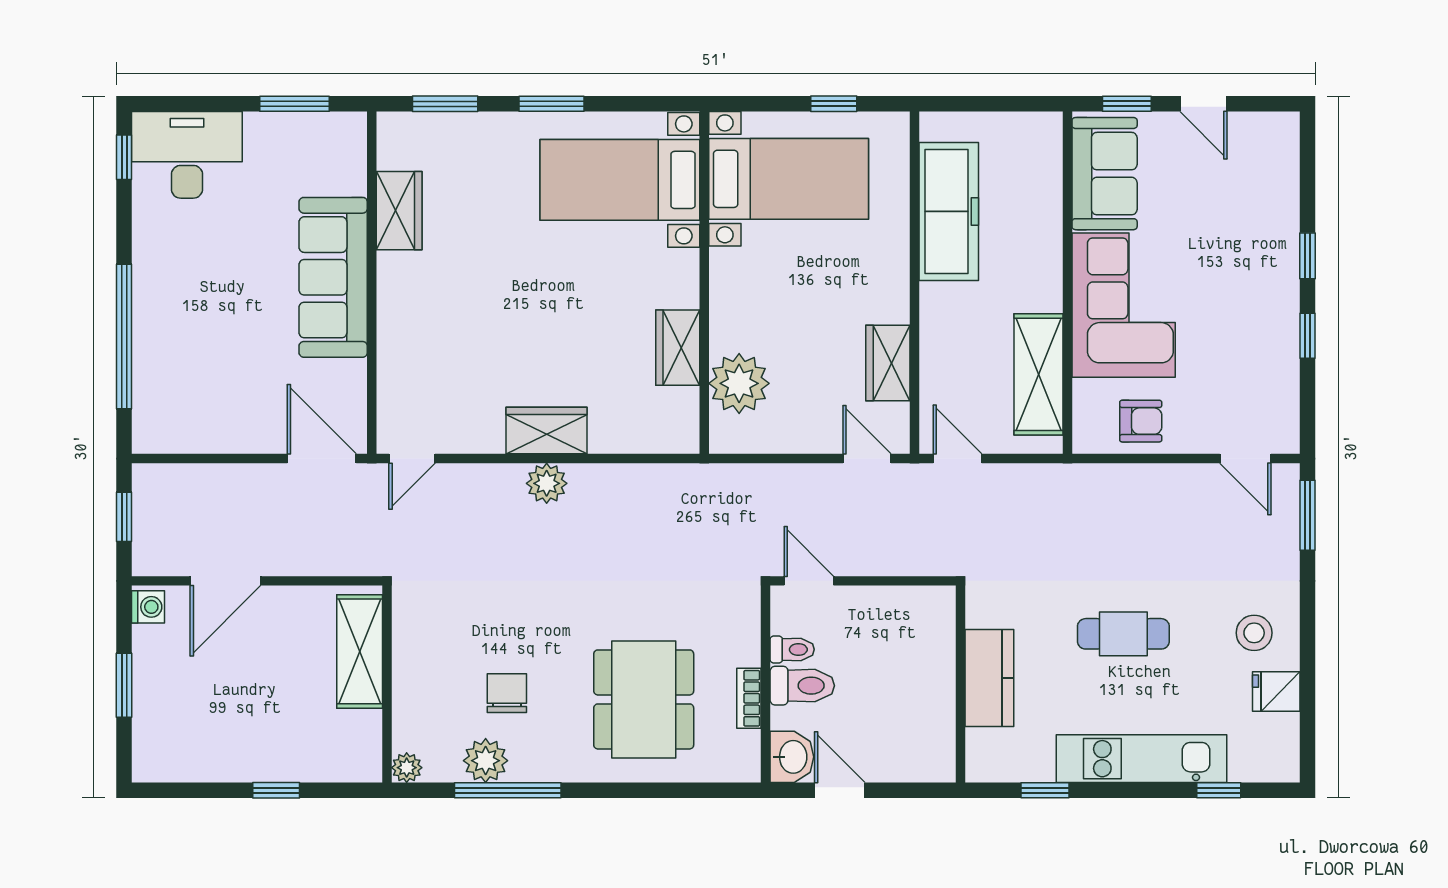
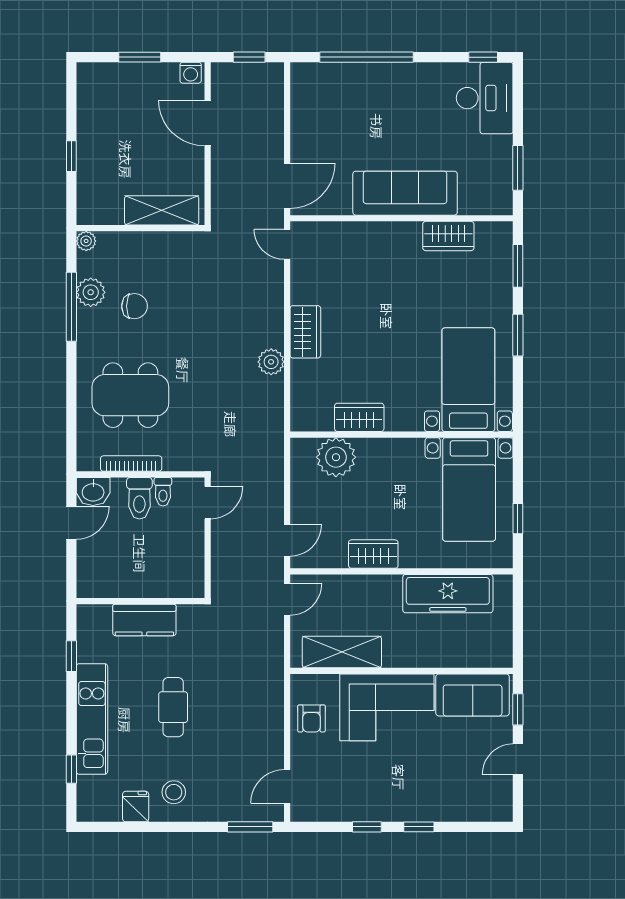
wardrobe: (888, 363) -> (373, 554), moved
plant: (547, 483) -> (271, 362), moved
bookcase: (749, 698) -> (131, 464), width x1.56

